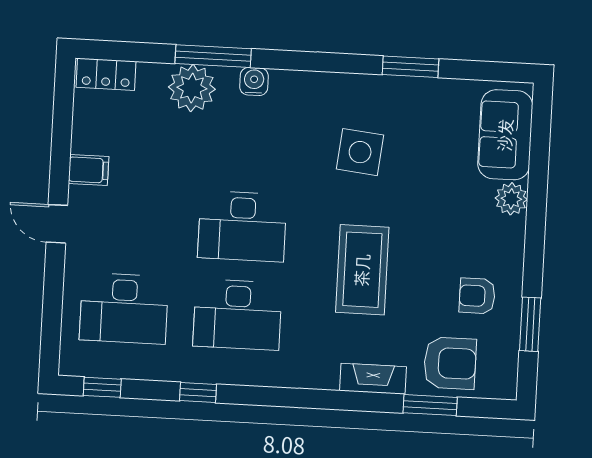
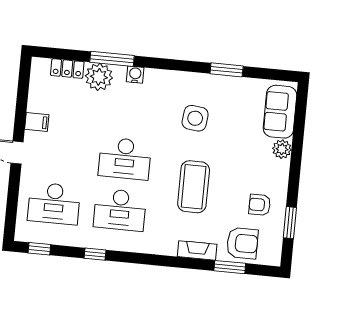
locker: (106, 74) -> (67, 69), moved

